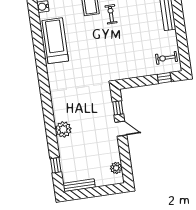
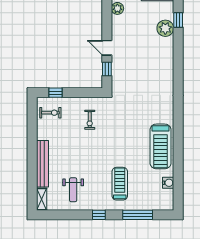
exercise bike: (111, 14) -> (90, 120), moved
plant: (63, 129) -> (165, 28), moved

